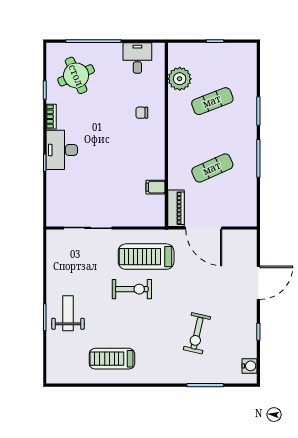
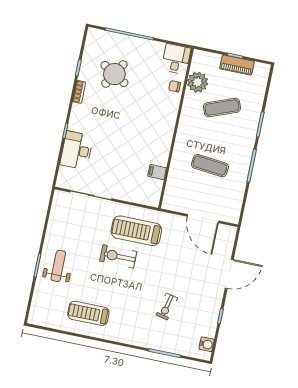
desk: (137, 58) -> (176, 59), moved
round table: (76, 75) -> (114, 74), moved, turned -36
chair: (142, 113) -> (175, 86), moved
desk: (62, 150) -> (77, 150), moved
exercise mat: (212, 168) -> (210, 166), turned 30
piano: (176, 208) -> (237, 65), moved, turned 90
door: (204, 228) -> (203, 219), moved
exercise bike: (132, 289) -> (118, 256), turned 180
exercise bike: (197, 333) -> (167, 306), width x0.73, depth x0.72

